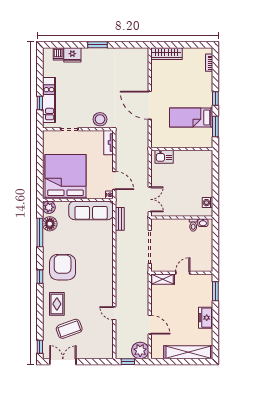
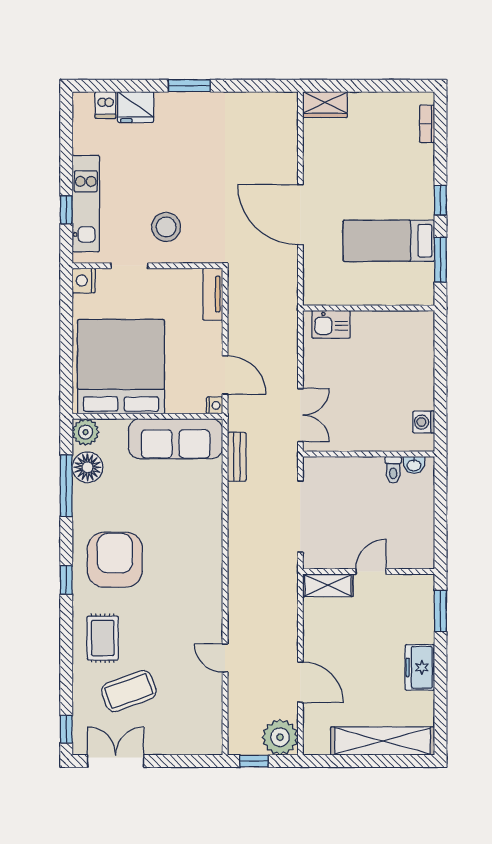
wardrobe: (166, 54) -> (325, 104), width x0.67
stool: (100, 119) -> (166, 227), moved
nightstand: (48, 136) -> (84, 281), added

